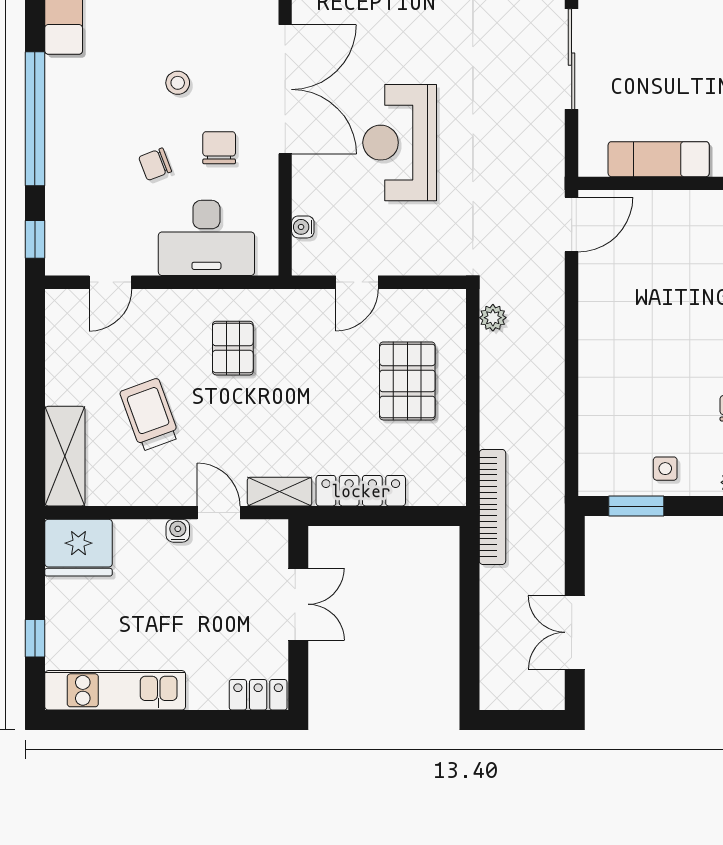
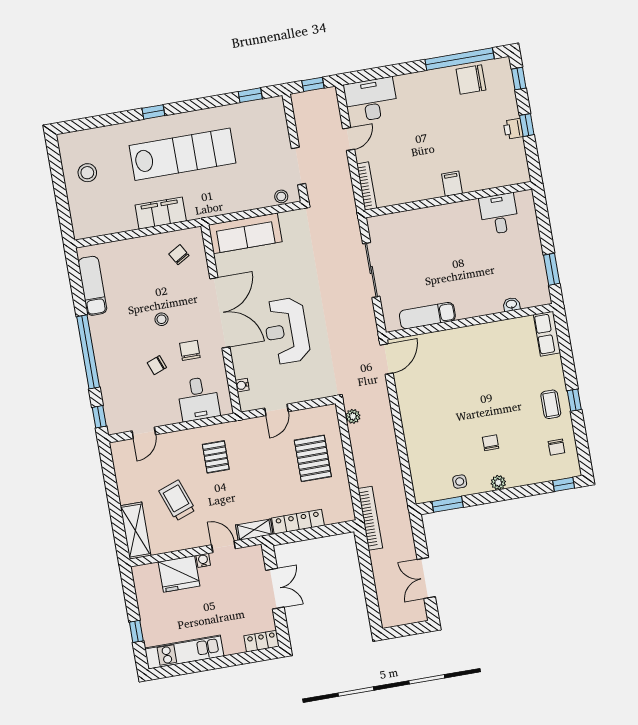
desk: (206, 238) -> (198, 399), width x0.73
fridge: (78, 548) -> (179, 574), moved

